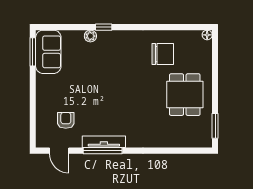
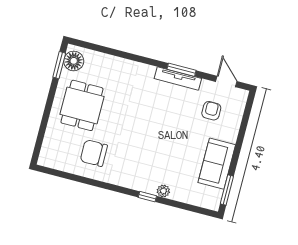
floor lamp: (207, 35) -> (74, 61), moved, width x1.89, depth x1.89
sofa: (48, 52) -> (217, 164), moved
armchair: (66, 120) -> (211, 111), turned 180
window: (103, 151) -> (181, 70), width x0.69

